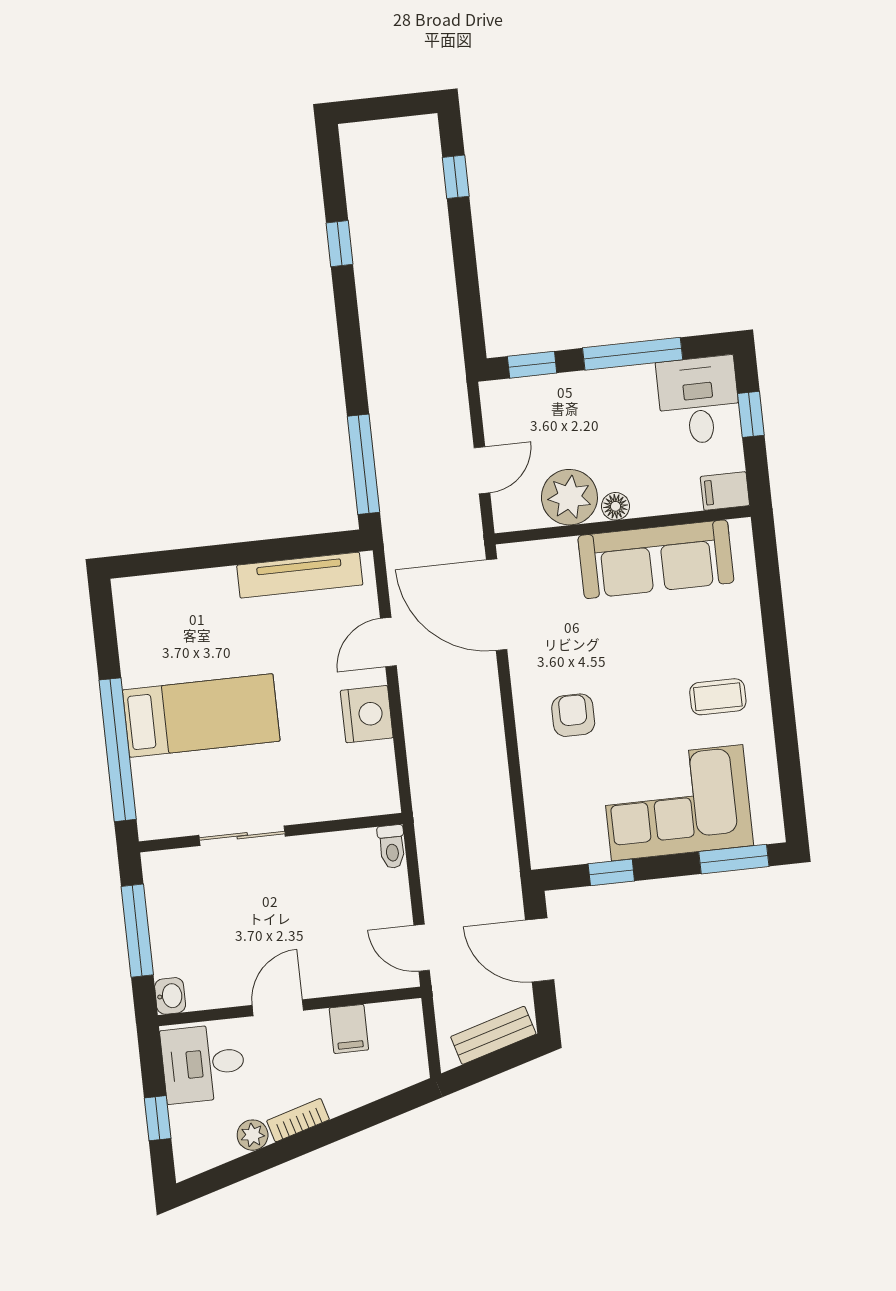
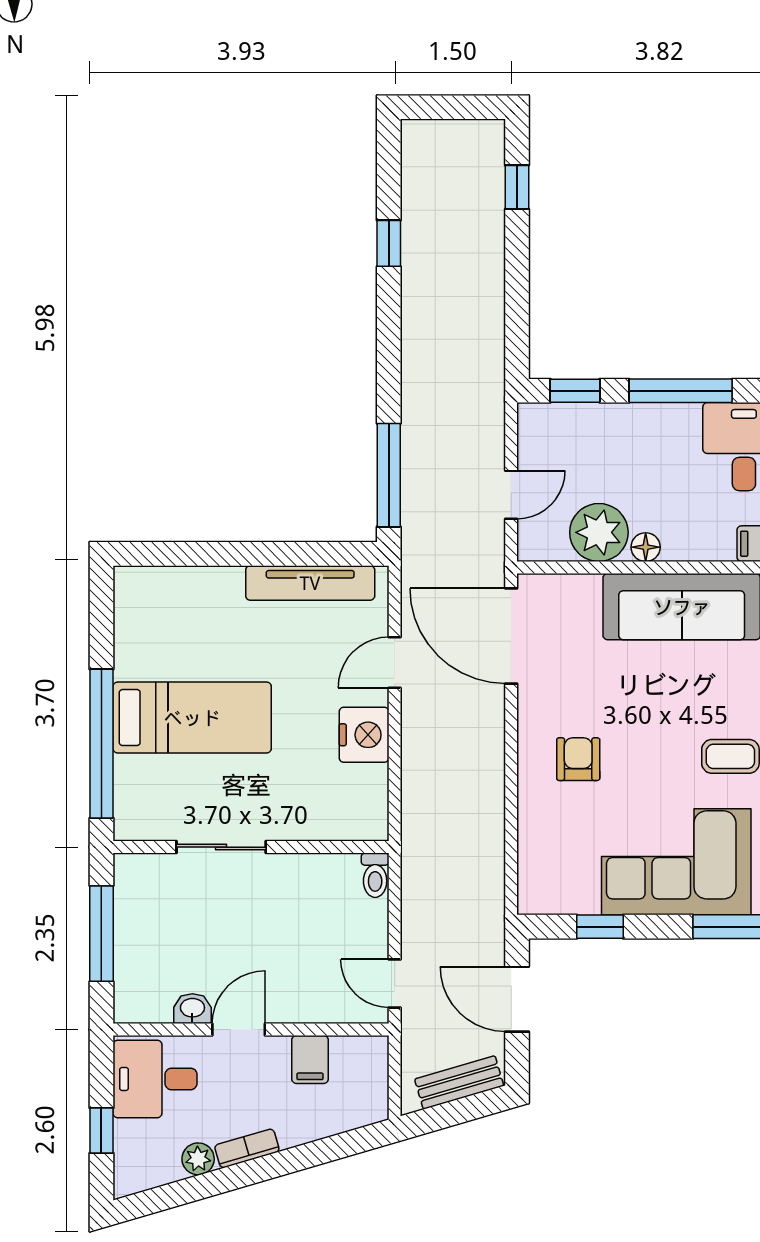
washbasin: (170, 996) -> (192, 1009), moved, turned -90

